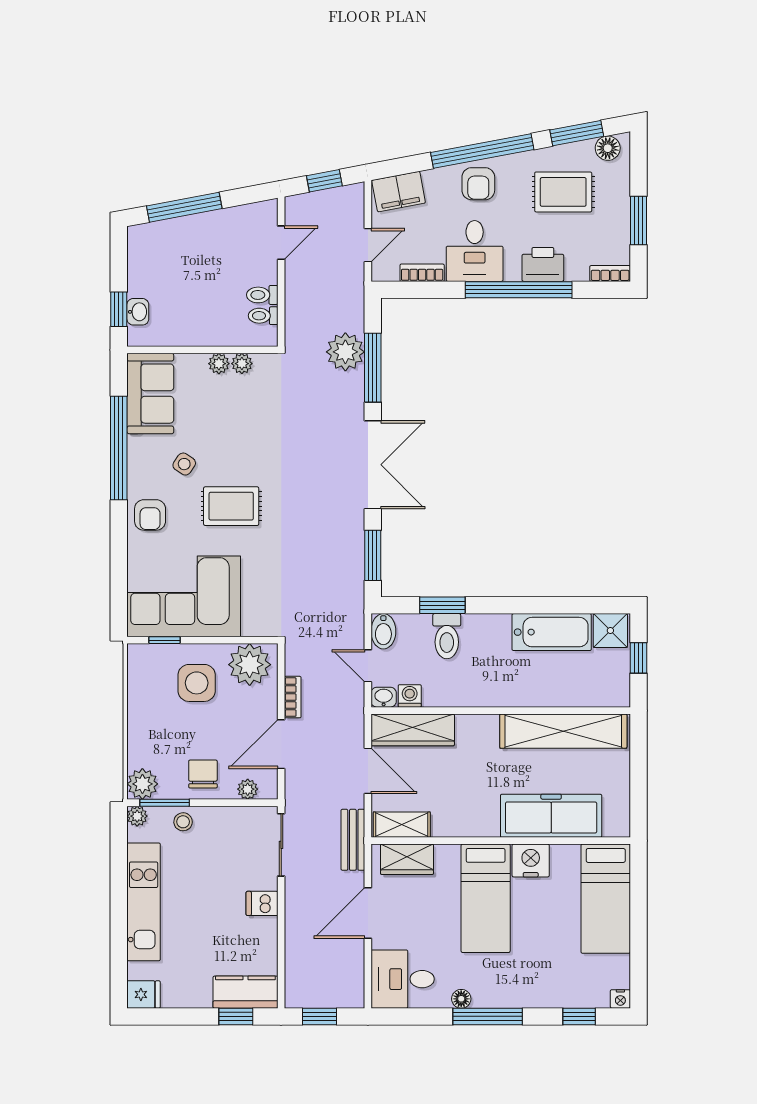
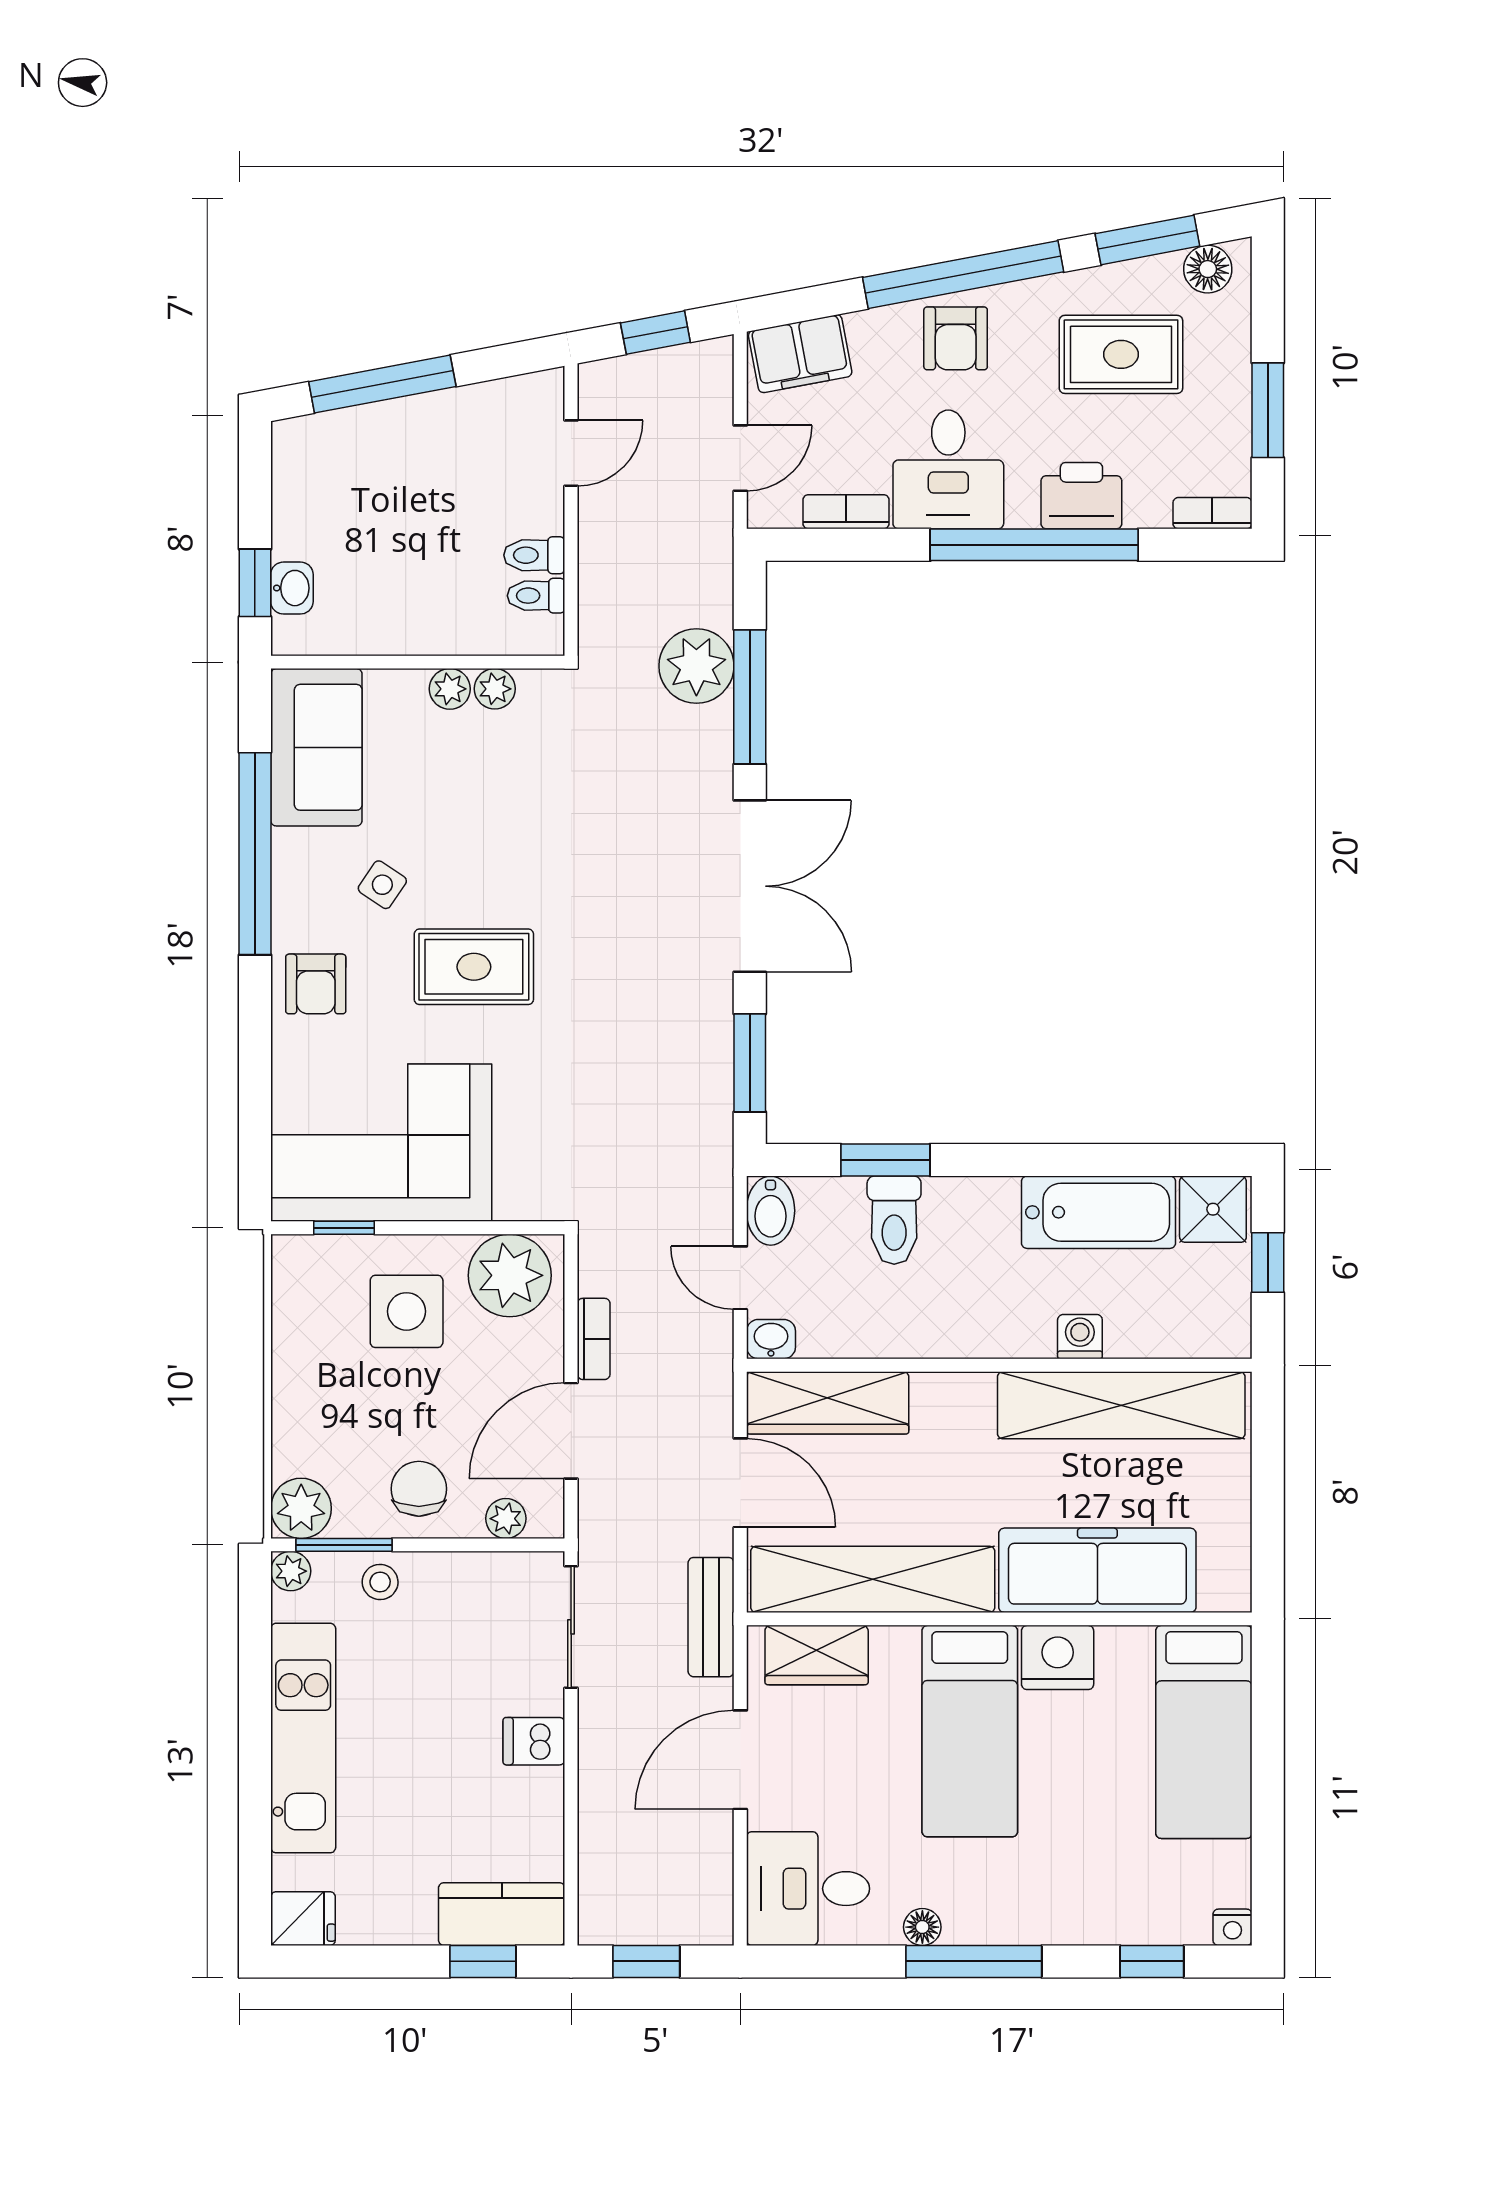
washing machine: (410, 696) -> (1080, 1337), moved
shelving: (402, 825) -> (873, 1579), width x2.20, depth x1.33

